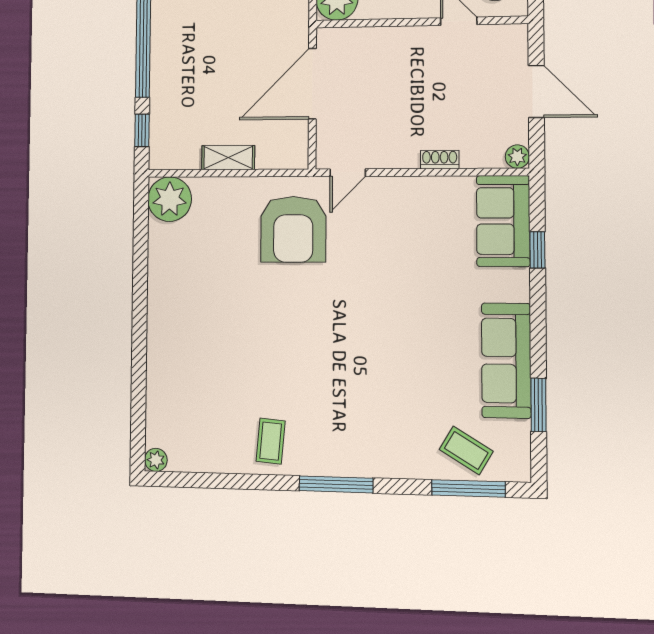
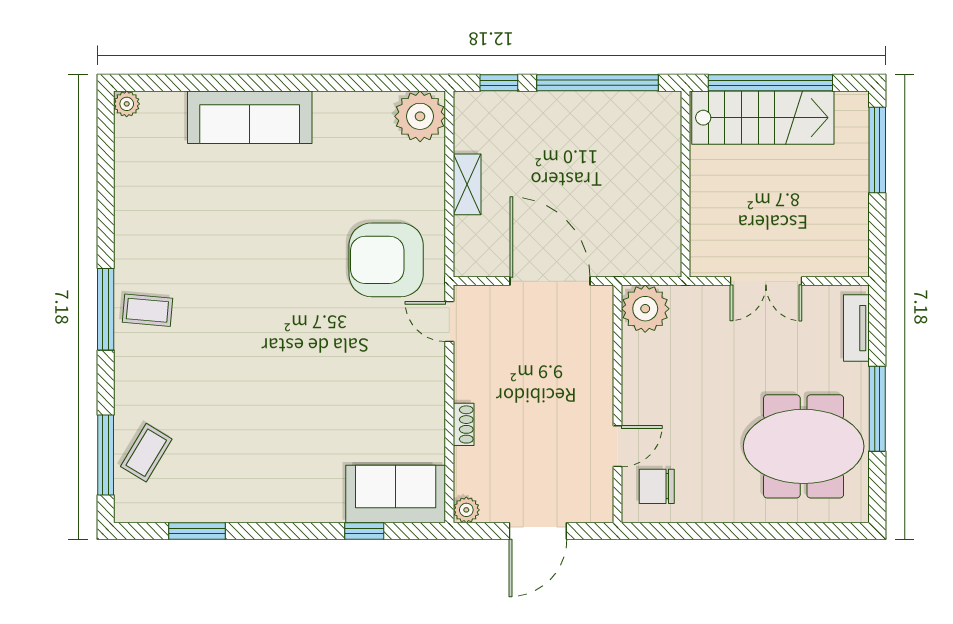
sofa: (506, 360) -> (250, 117), moved, turned 180
coffee table: (271, 441) -> (147, 310), moved

